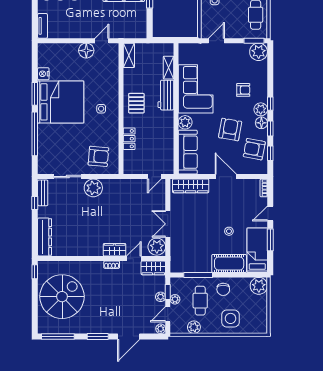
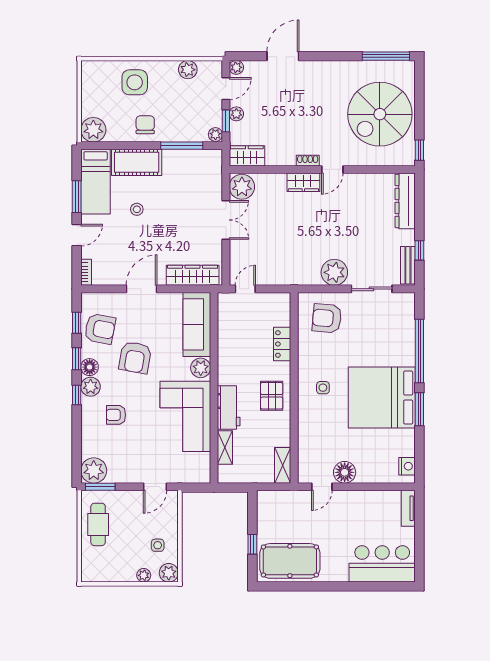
nightstand: (43, 74) -> (407, 466), moved
door: (226, 177) -> (142, 289), swing flipped
door: (134, 259) -> (332, 169), moved
plant: (175, 299) -> (215, 135), moved
cafe table: (200, 301) -> (179, 108), removed
window: (98, 336) -> (328, 56), removed

